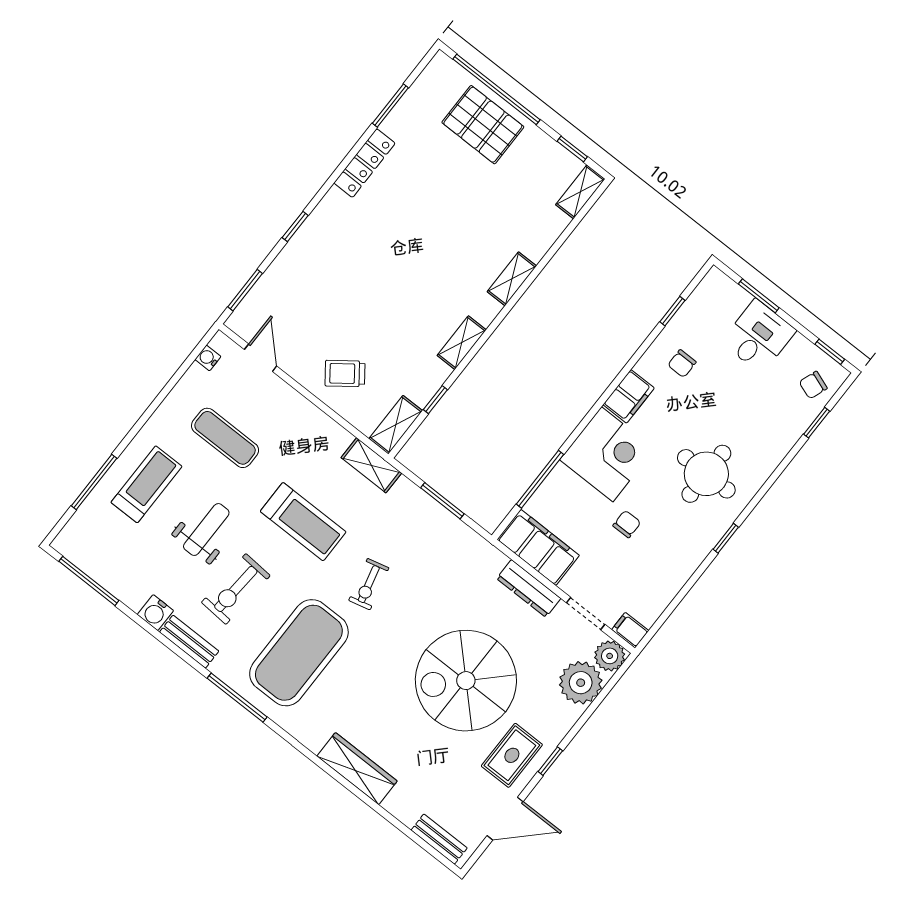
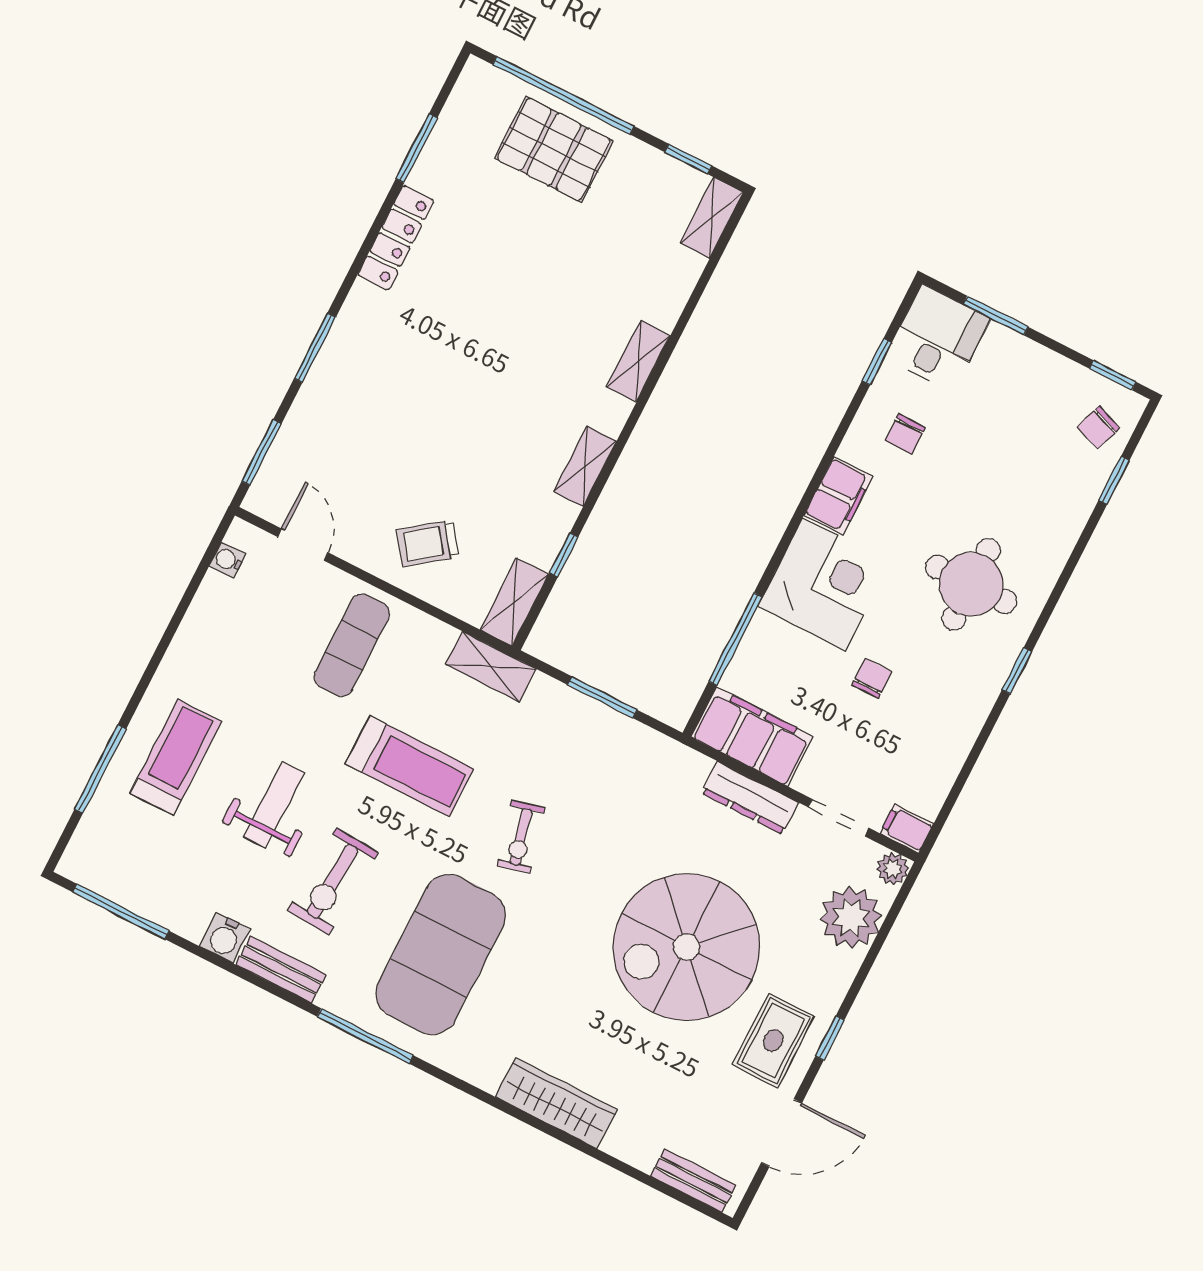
window: (295, 227) -> (315, 348), width x1.50
desk: (759, 336) -> (938, 338), moved
exercise mat: (225, 438) -> (352, 645), moved, turned 90
plant: (610, 656) -> (893, 869), width x0.73, depth x0.73

